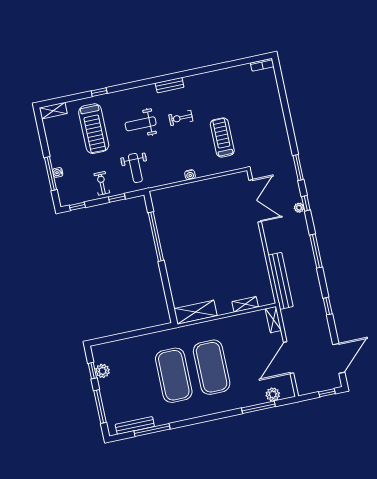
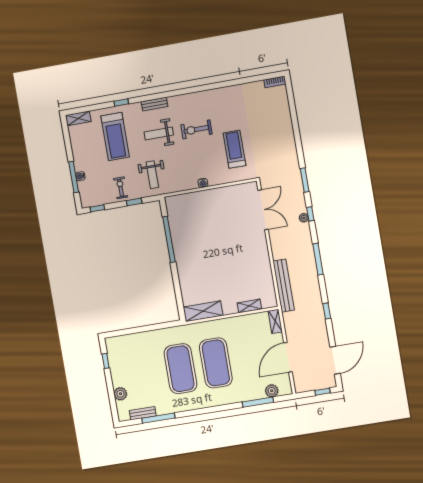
bench: (170, 85) -> (154, 104), moved
exercise bike: (181, 118) -> (196, 129), width x1.38, depth x1.39
plant: (102, 371) -> (120, 394), moved
window: (100, 406) -> (111, 394), removed
bench: (135, 425) -> (143, 413), width x0.73

